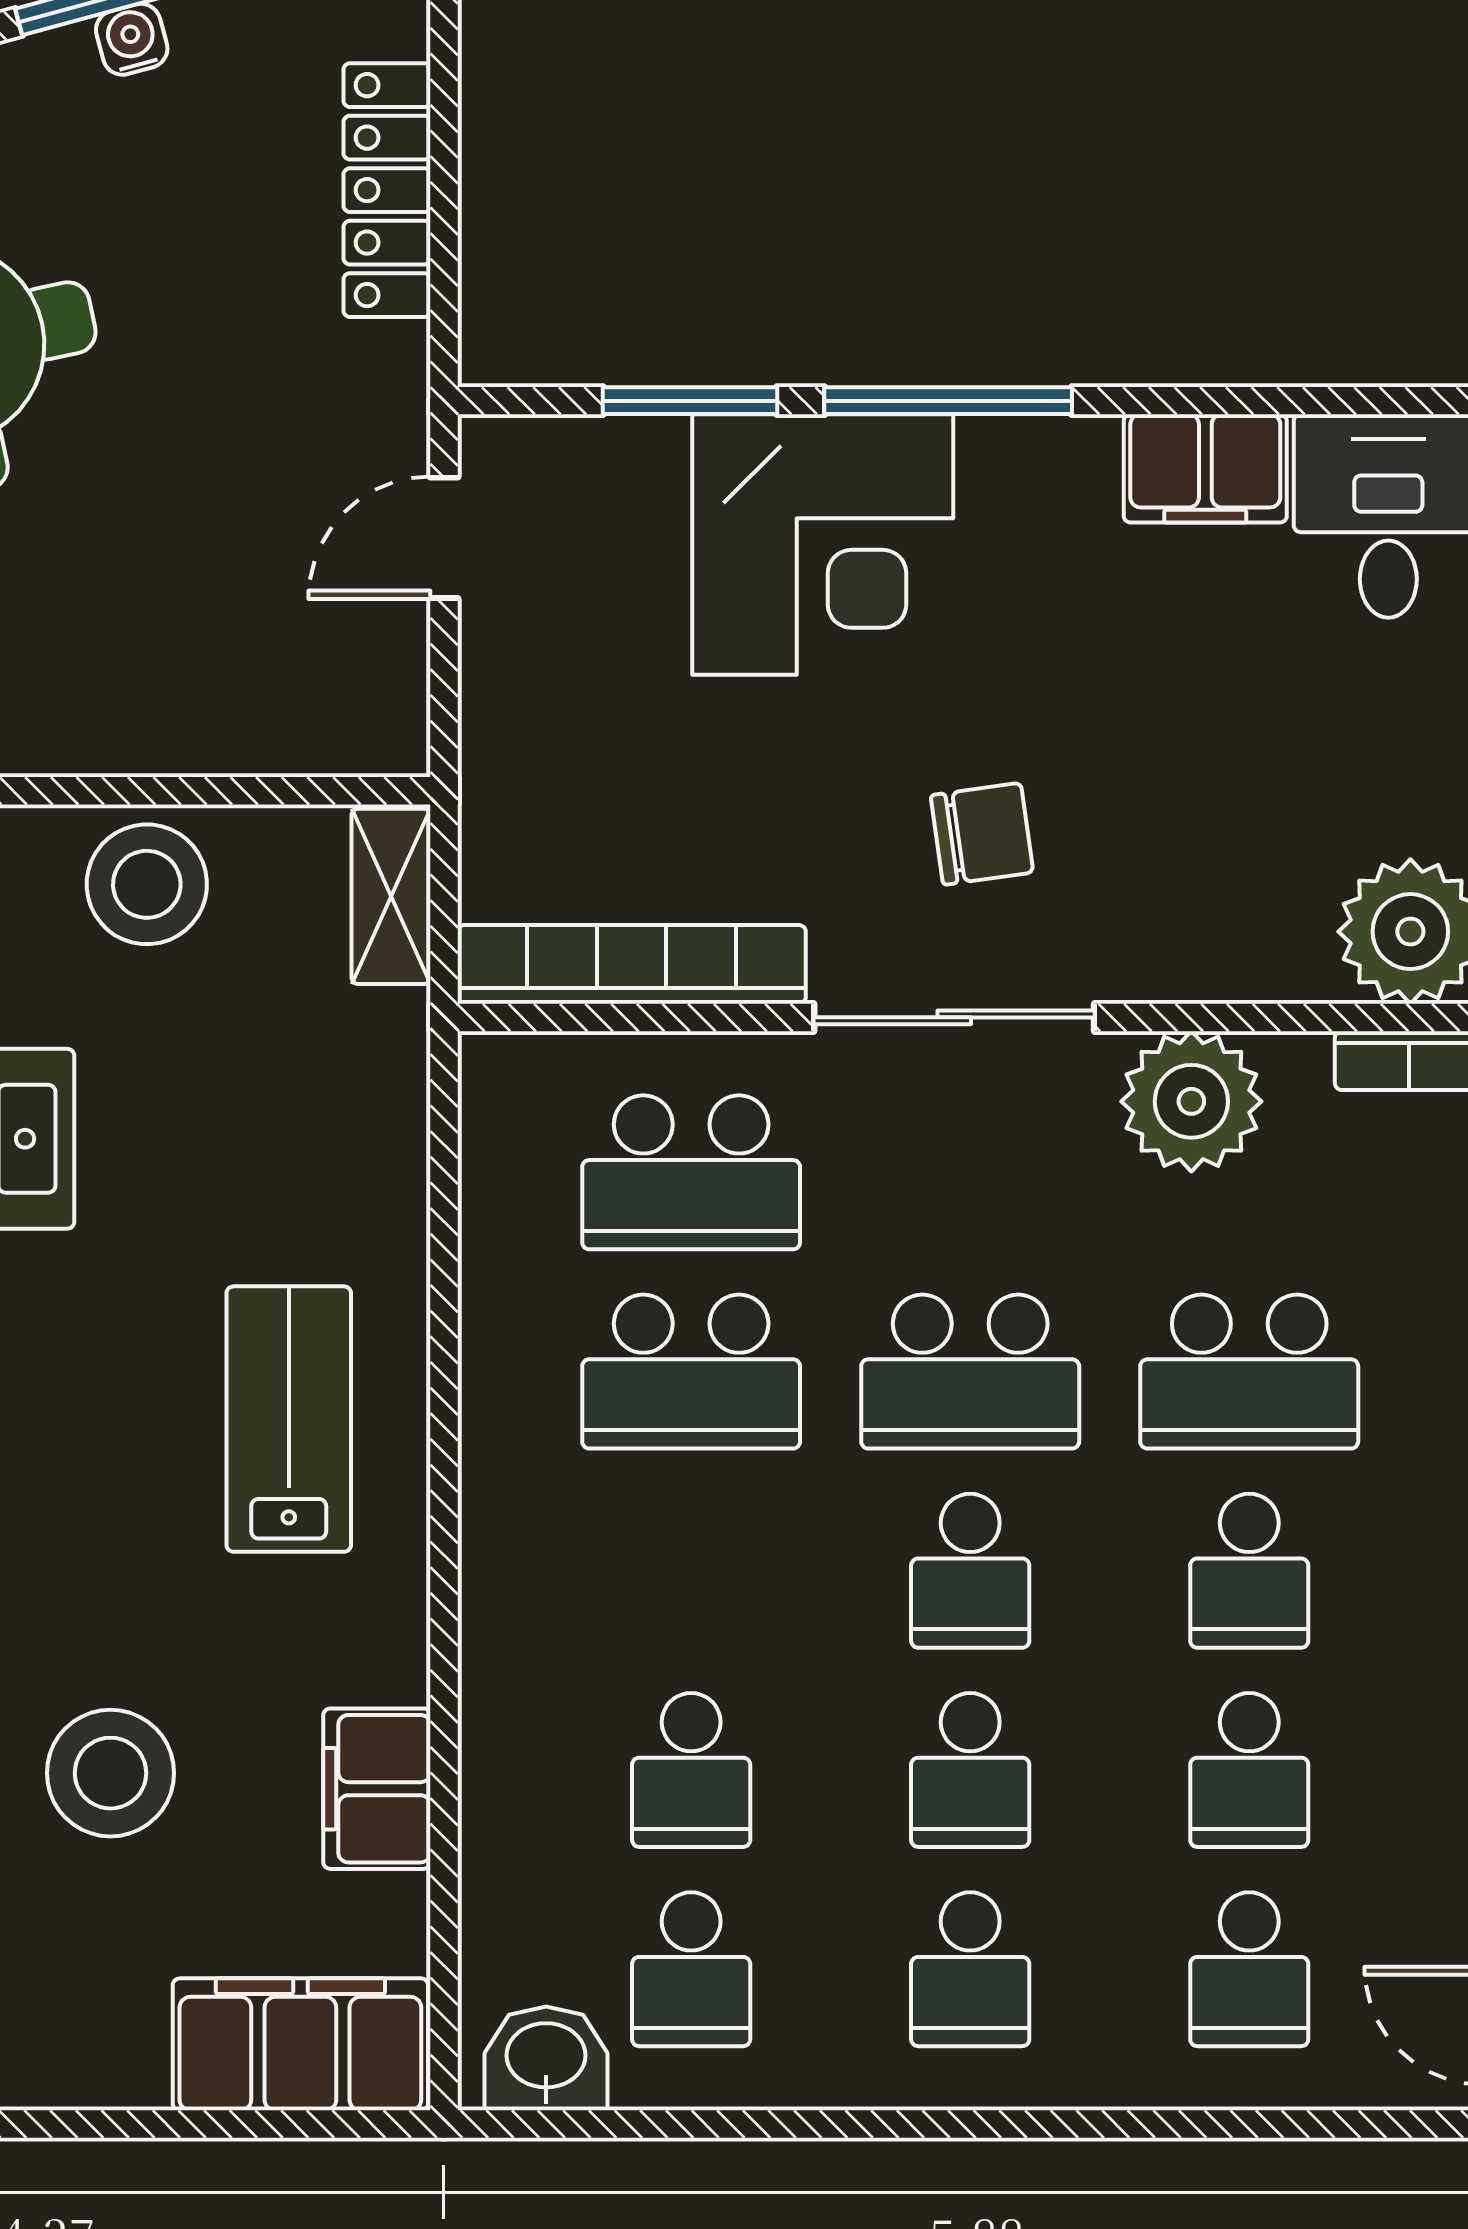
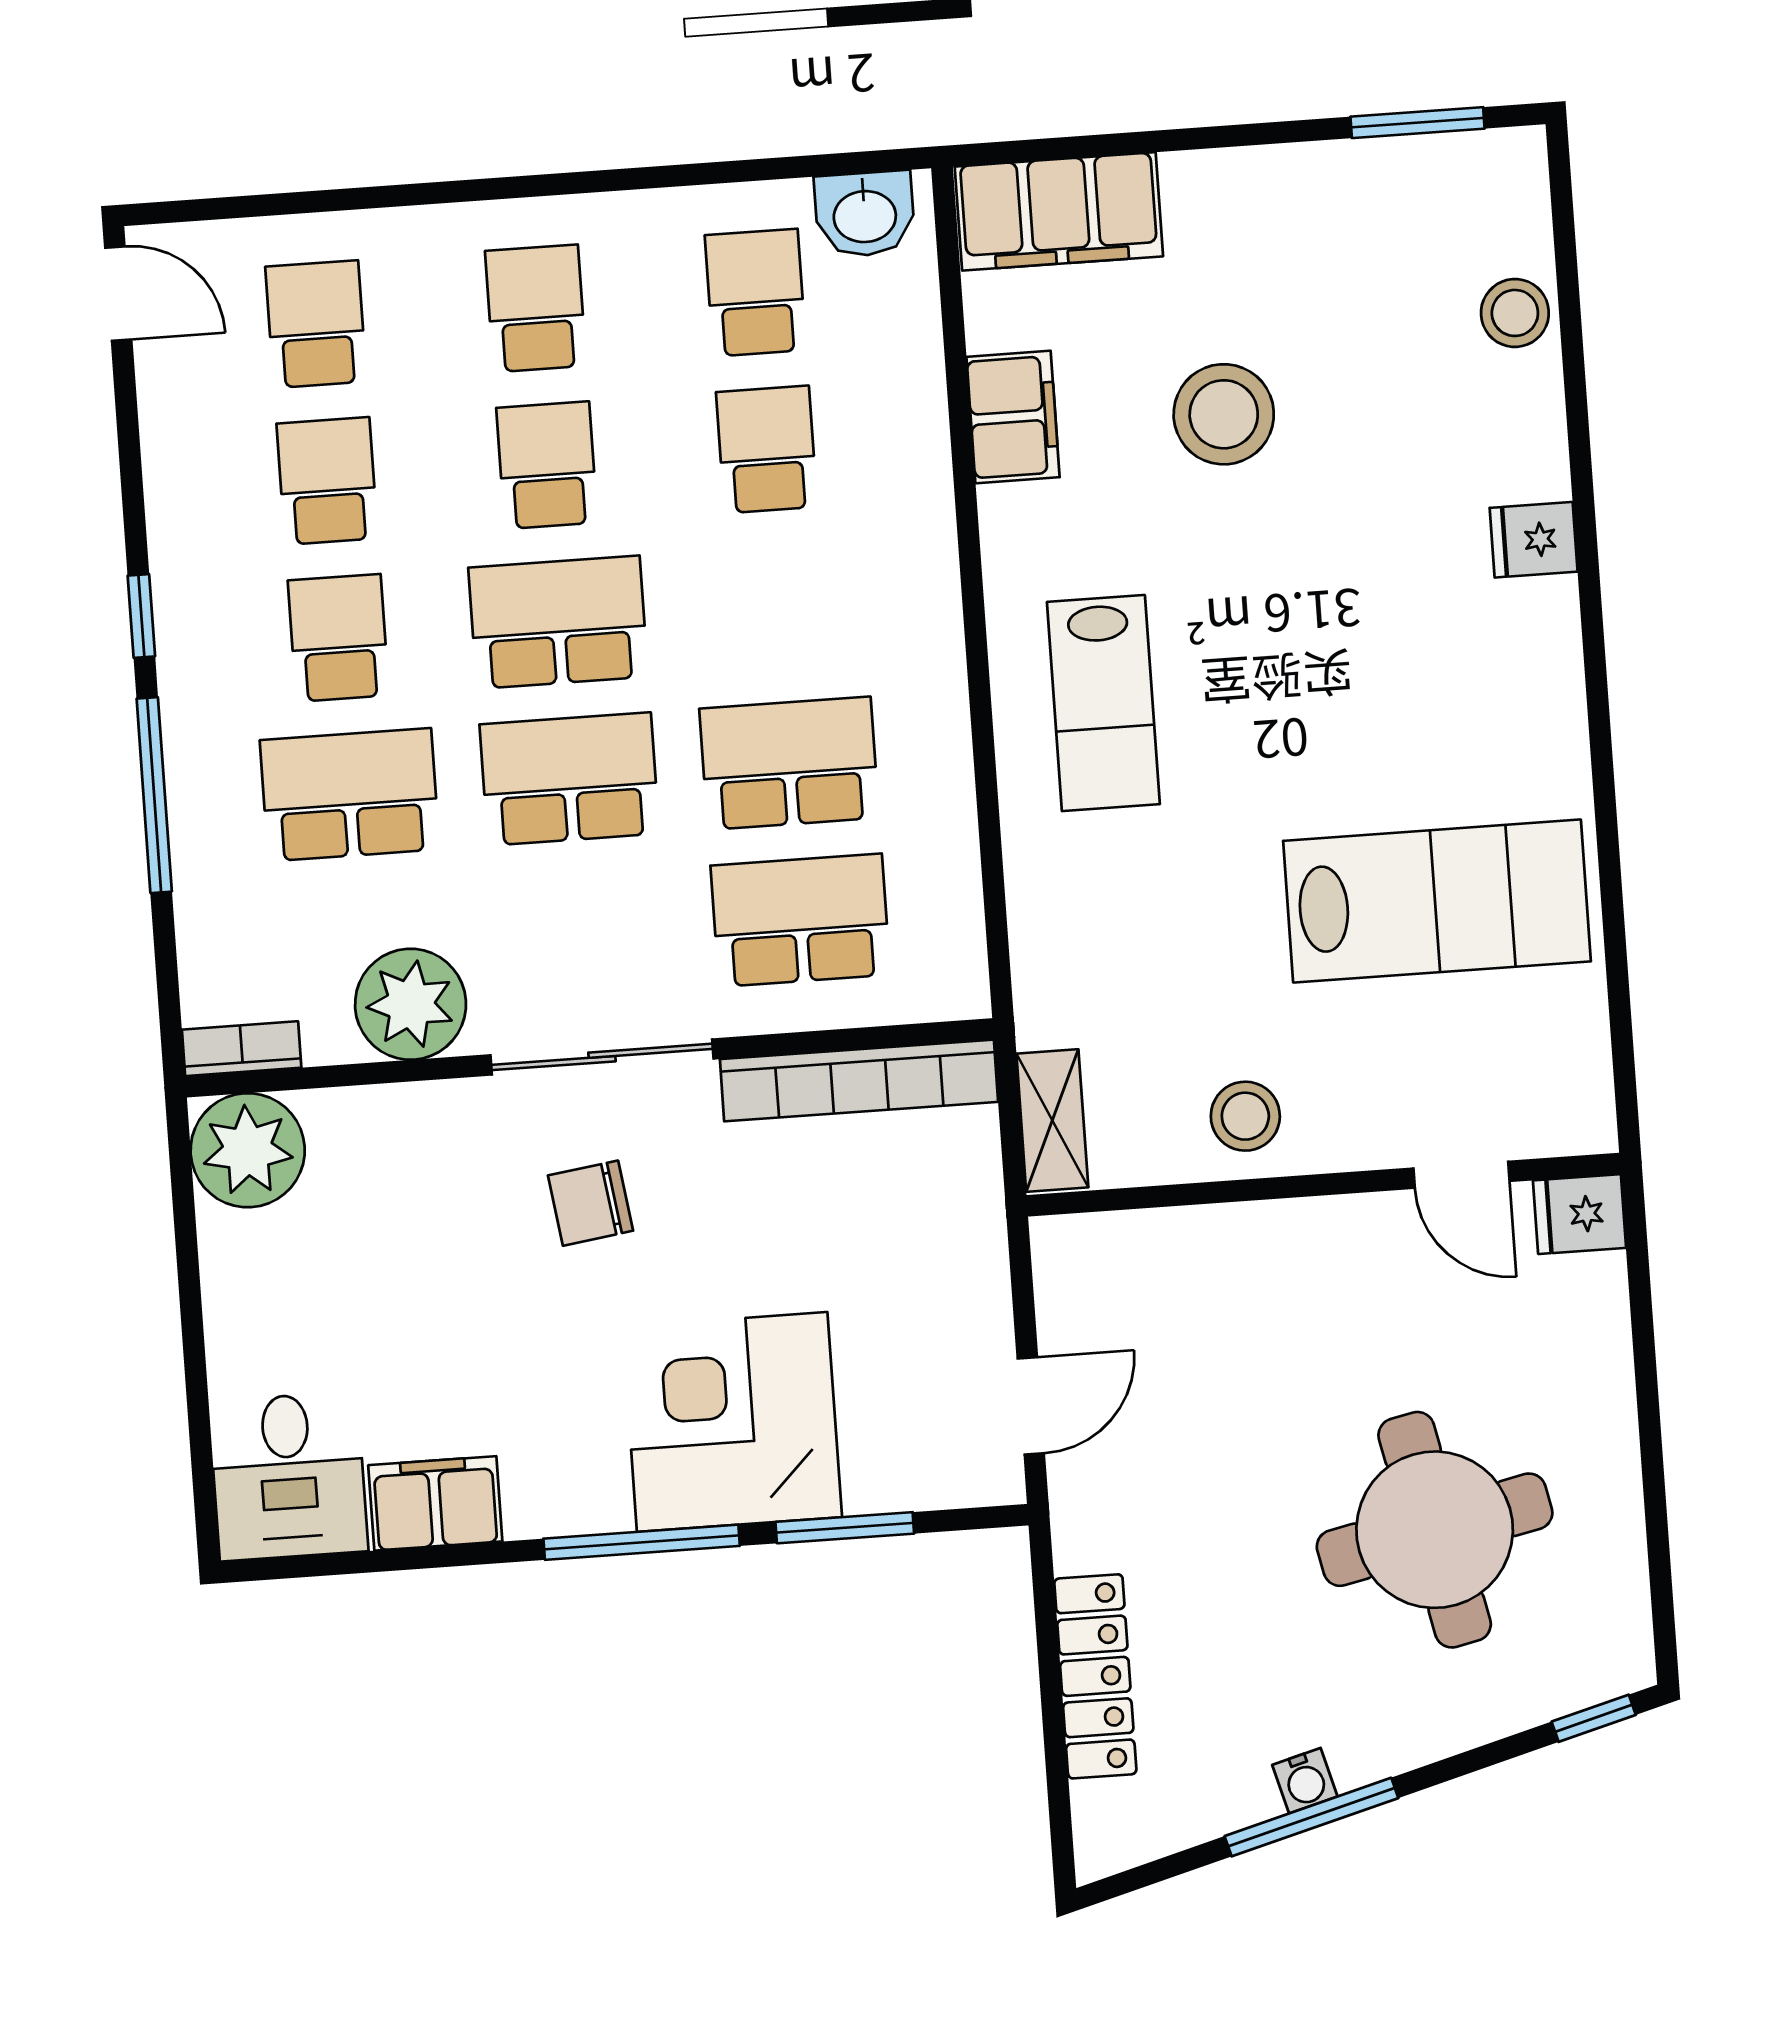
stool: (147, 884) -> (1245, 1116), width x0.73, depth x0.73
school desk: (970, 1571) -> (558, 622), width x1.85

